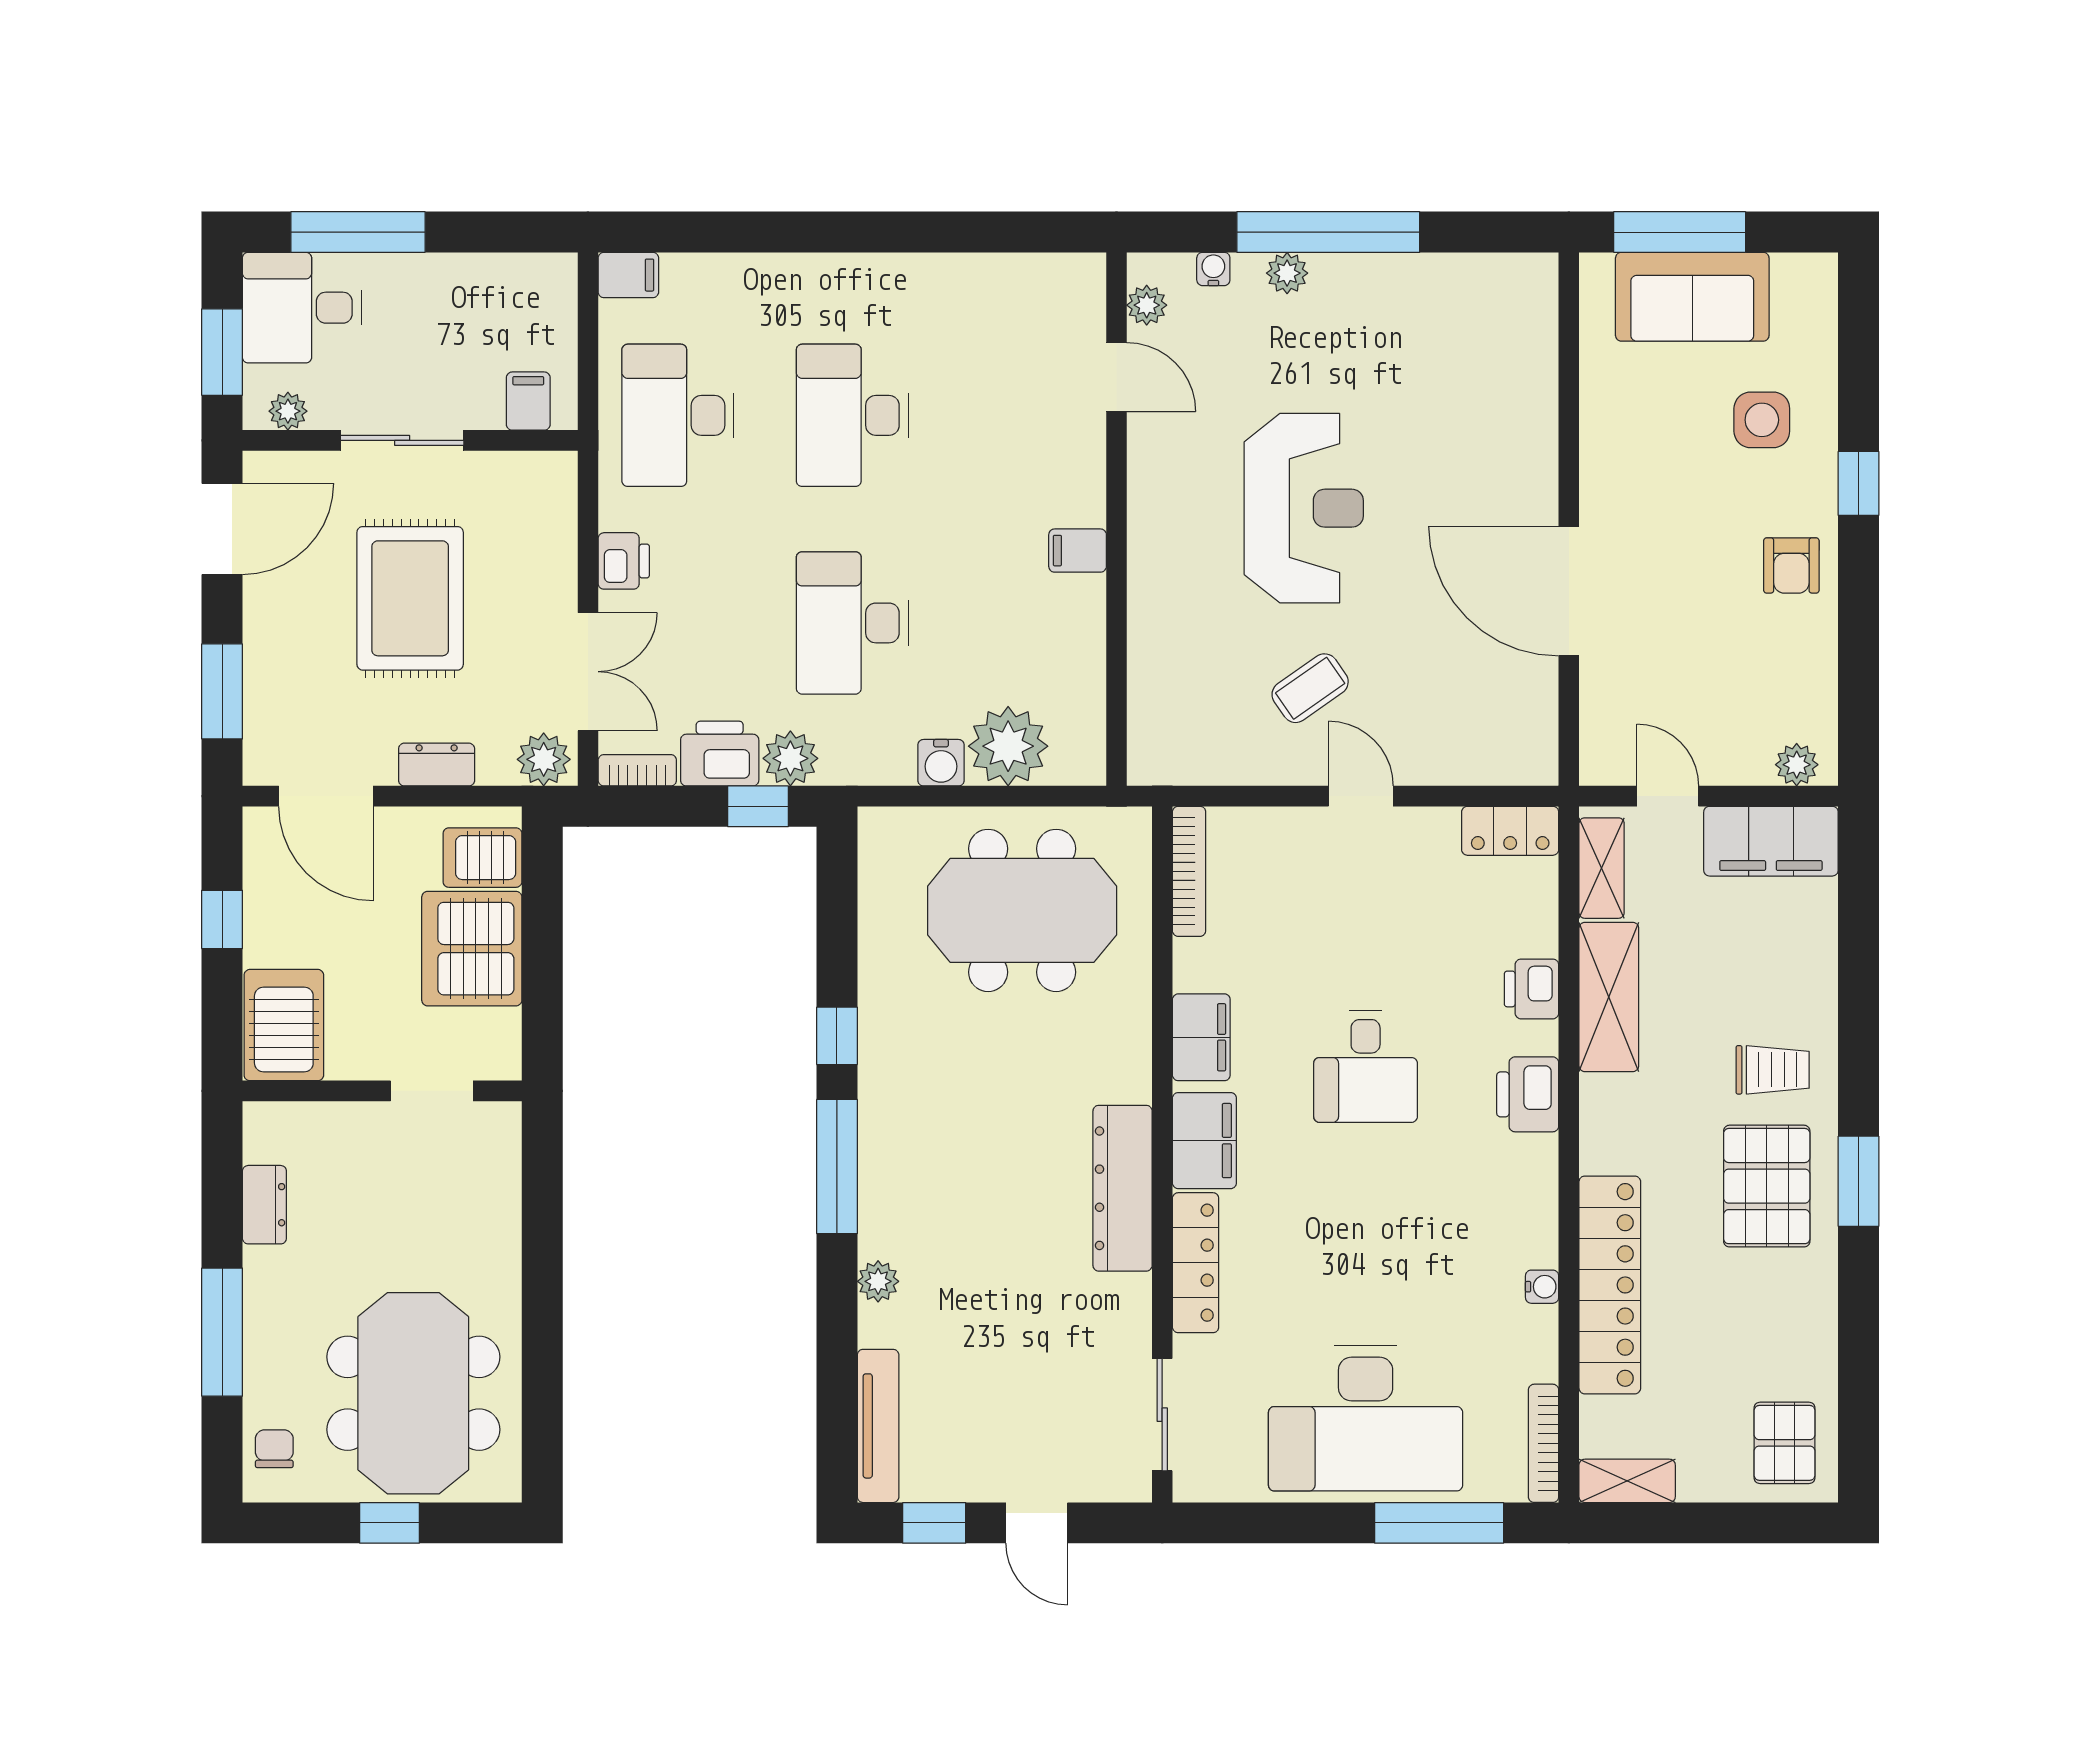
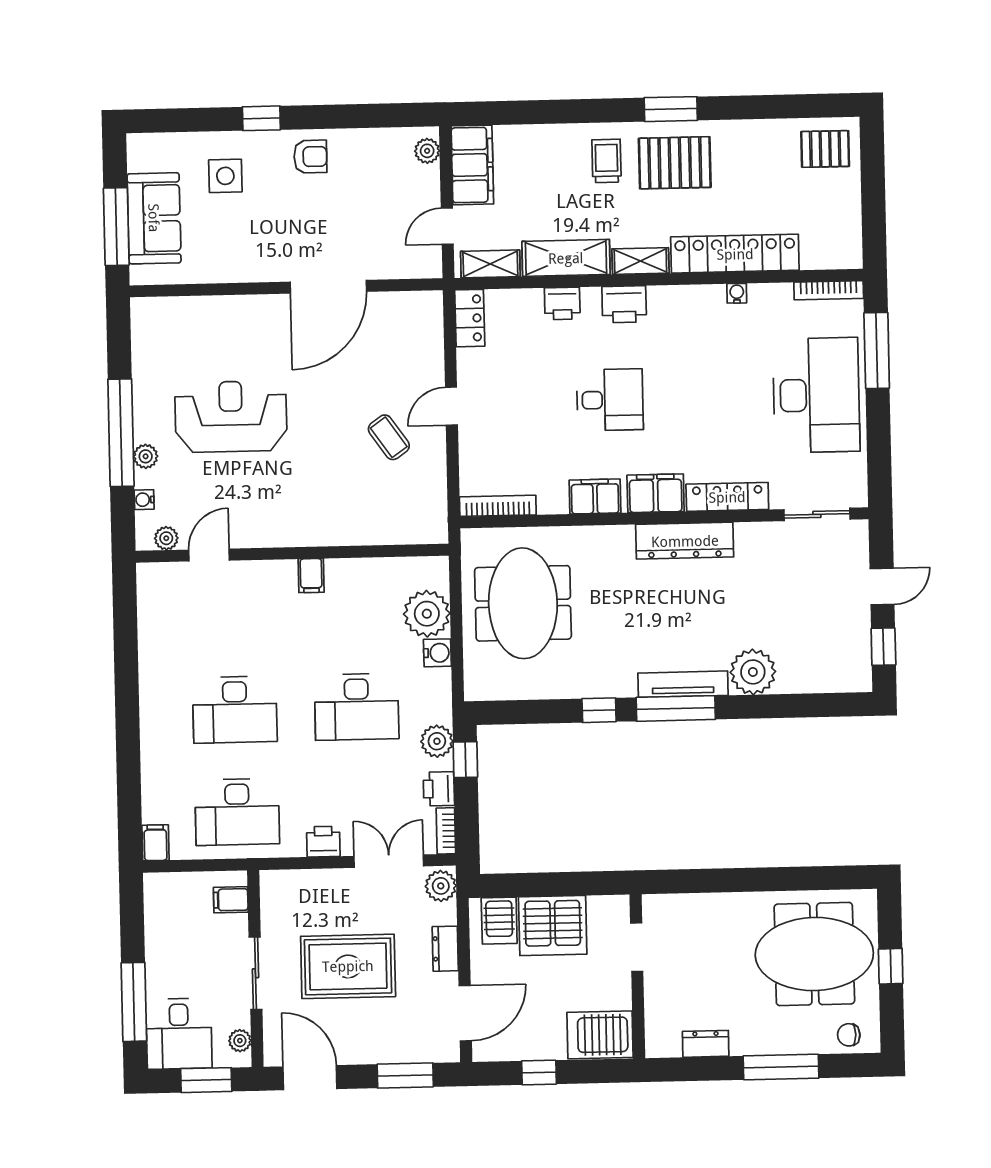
reception desk: (1304, 508) -> (231, 417), moved
printer: (720, 754) -> (439, 789), width x0.73, depth x0.81
plant: (878, 1281) -> (753, 672), width x1.88, depth x1.88
tv unit: (878, 1426) -> (683, 684), moved
shelving: (1627, 1481) -> (640, 261), moved, turned 90

